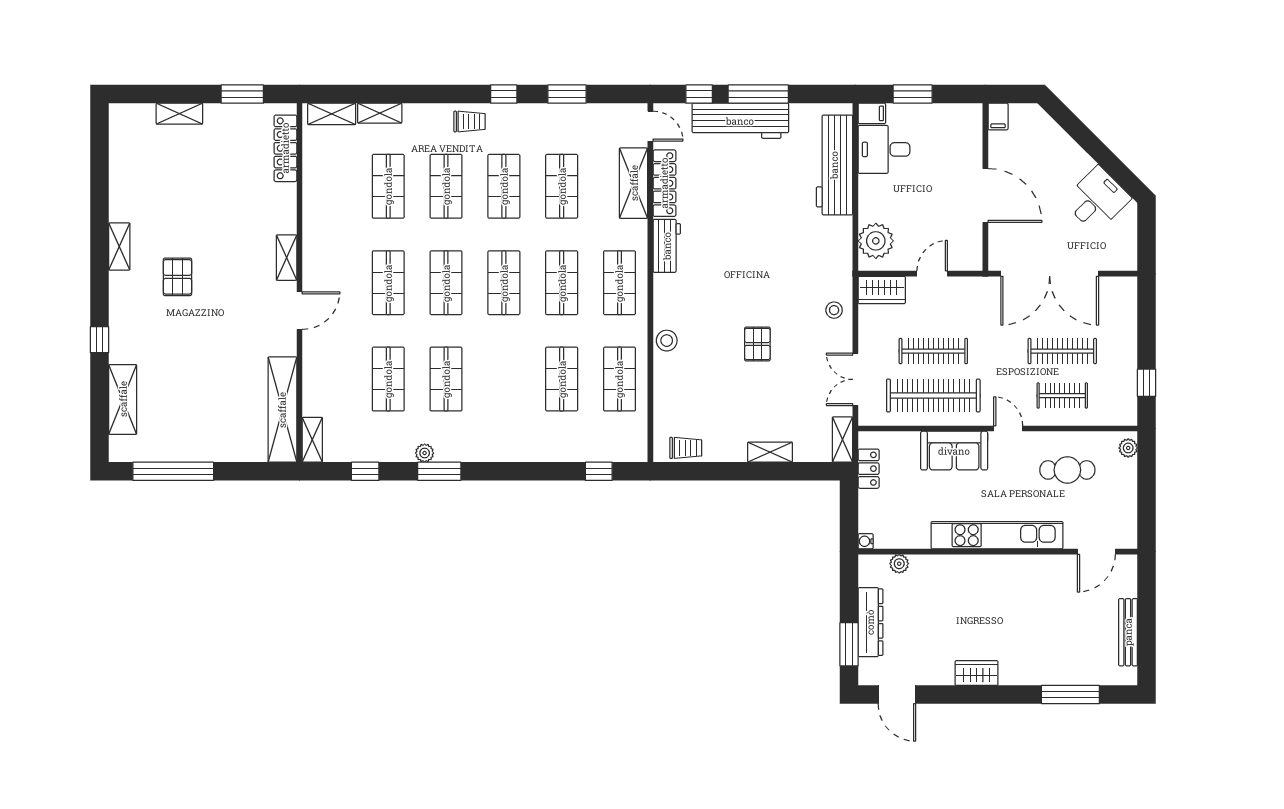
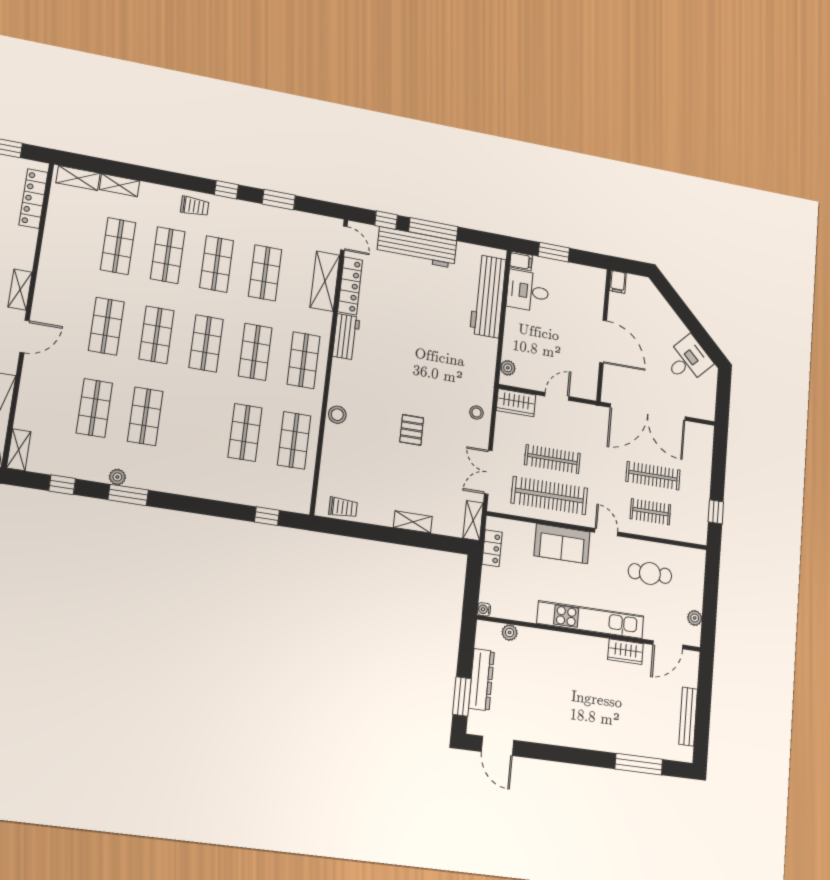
plant: (876, 241) -> (508, 368), width x0.53, depth x0.53
plant: (1128, 448) -> (695, 618), moved
wardrobe: (976, 673) -> (625, 652), moved, turned 180

